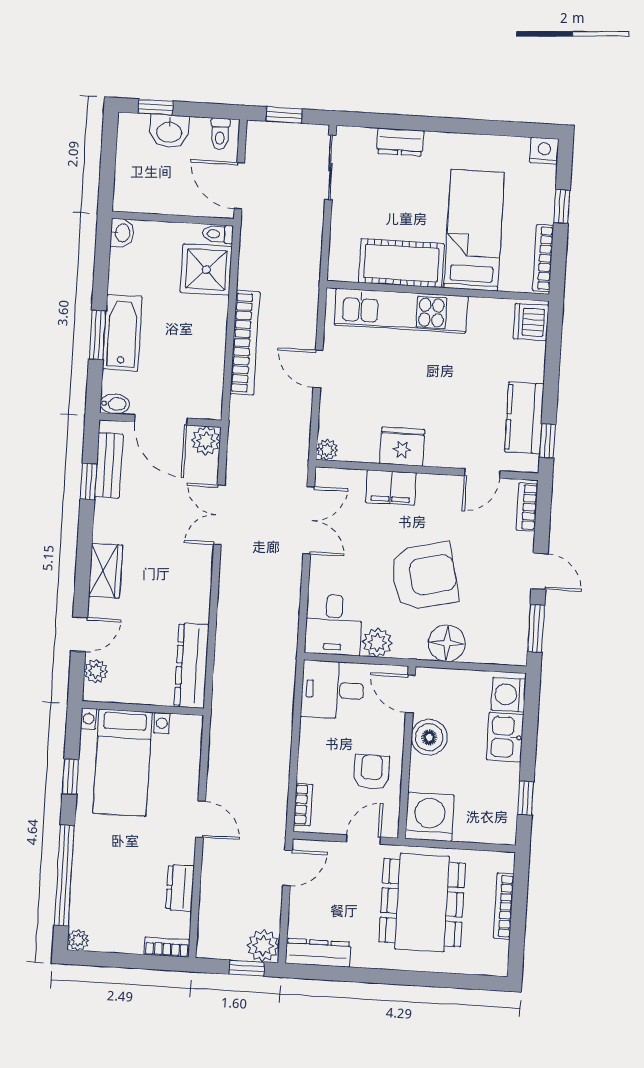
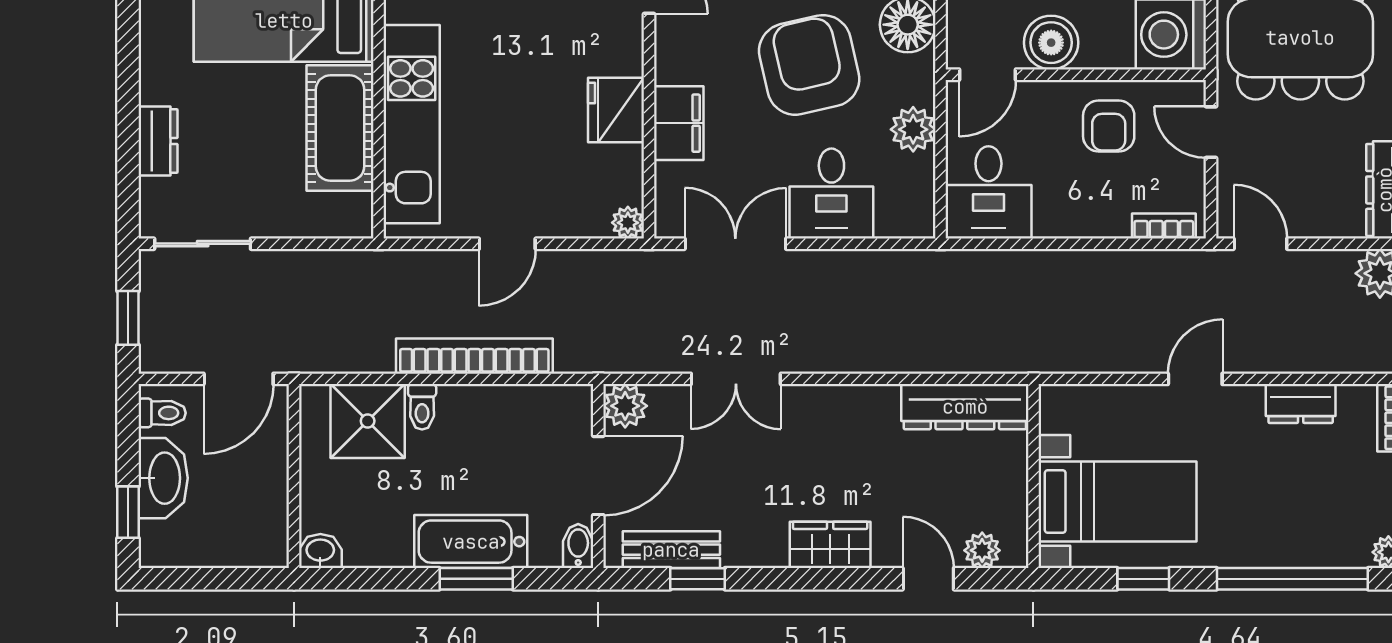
washbasin: (169, 131) -> (163, 478), width x1.38
toilet: (218, 234) -> (422, 407), moved
desk: (334, 625) -> (831, 194), moved, turned 90
armchair: (372, 772) -> (1109, 126), turned -90

